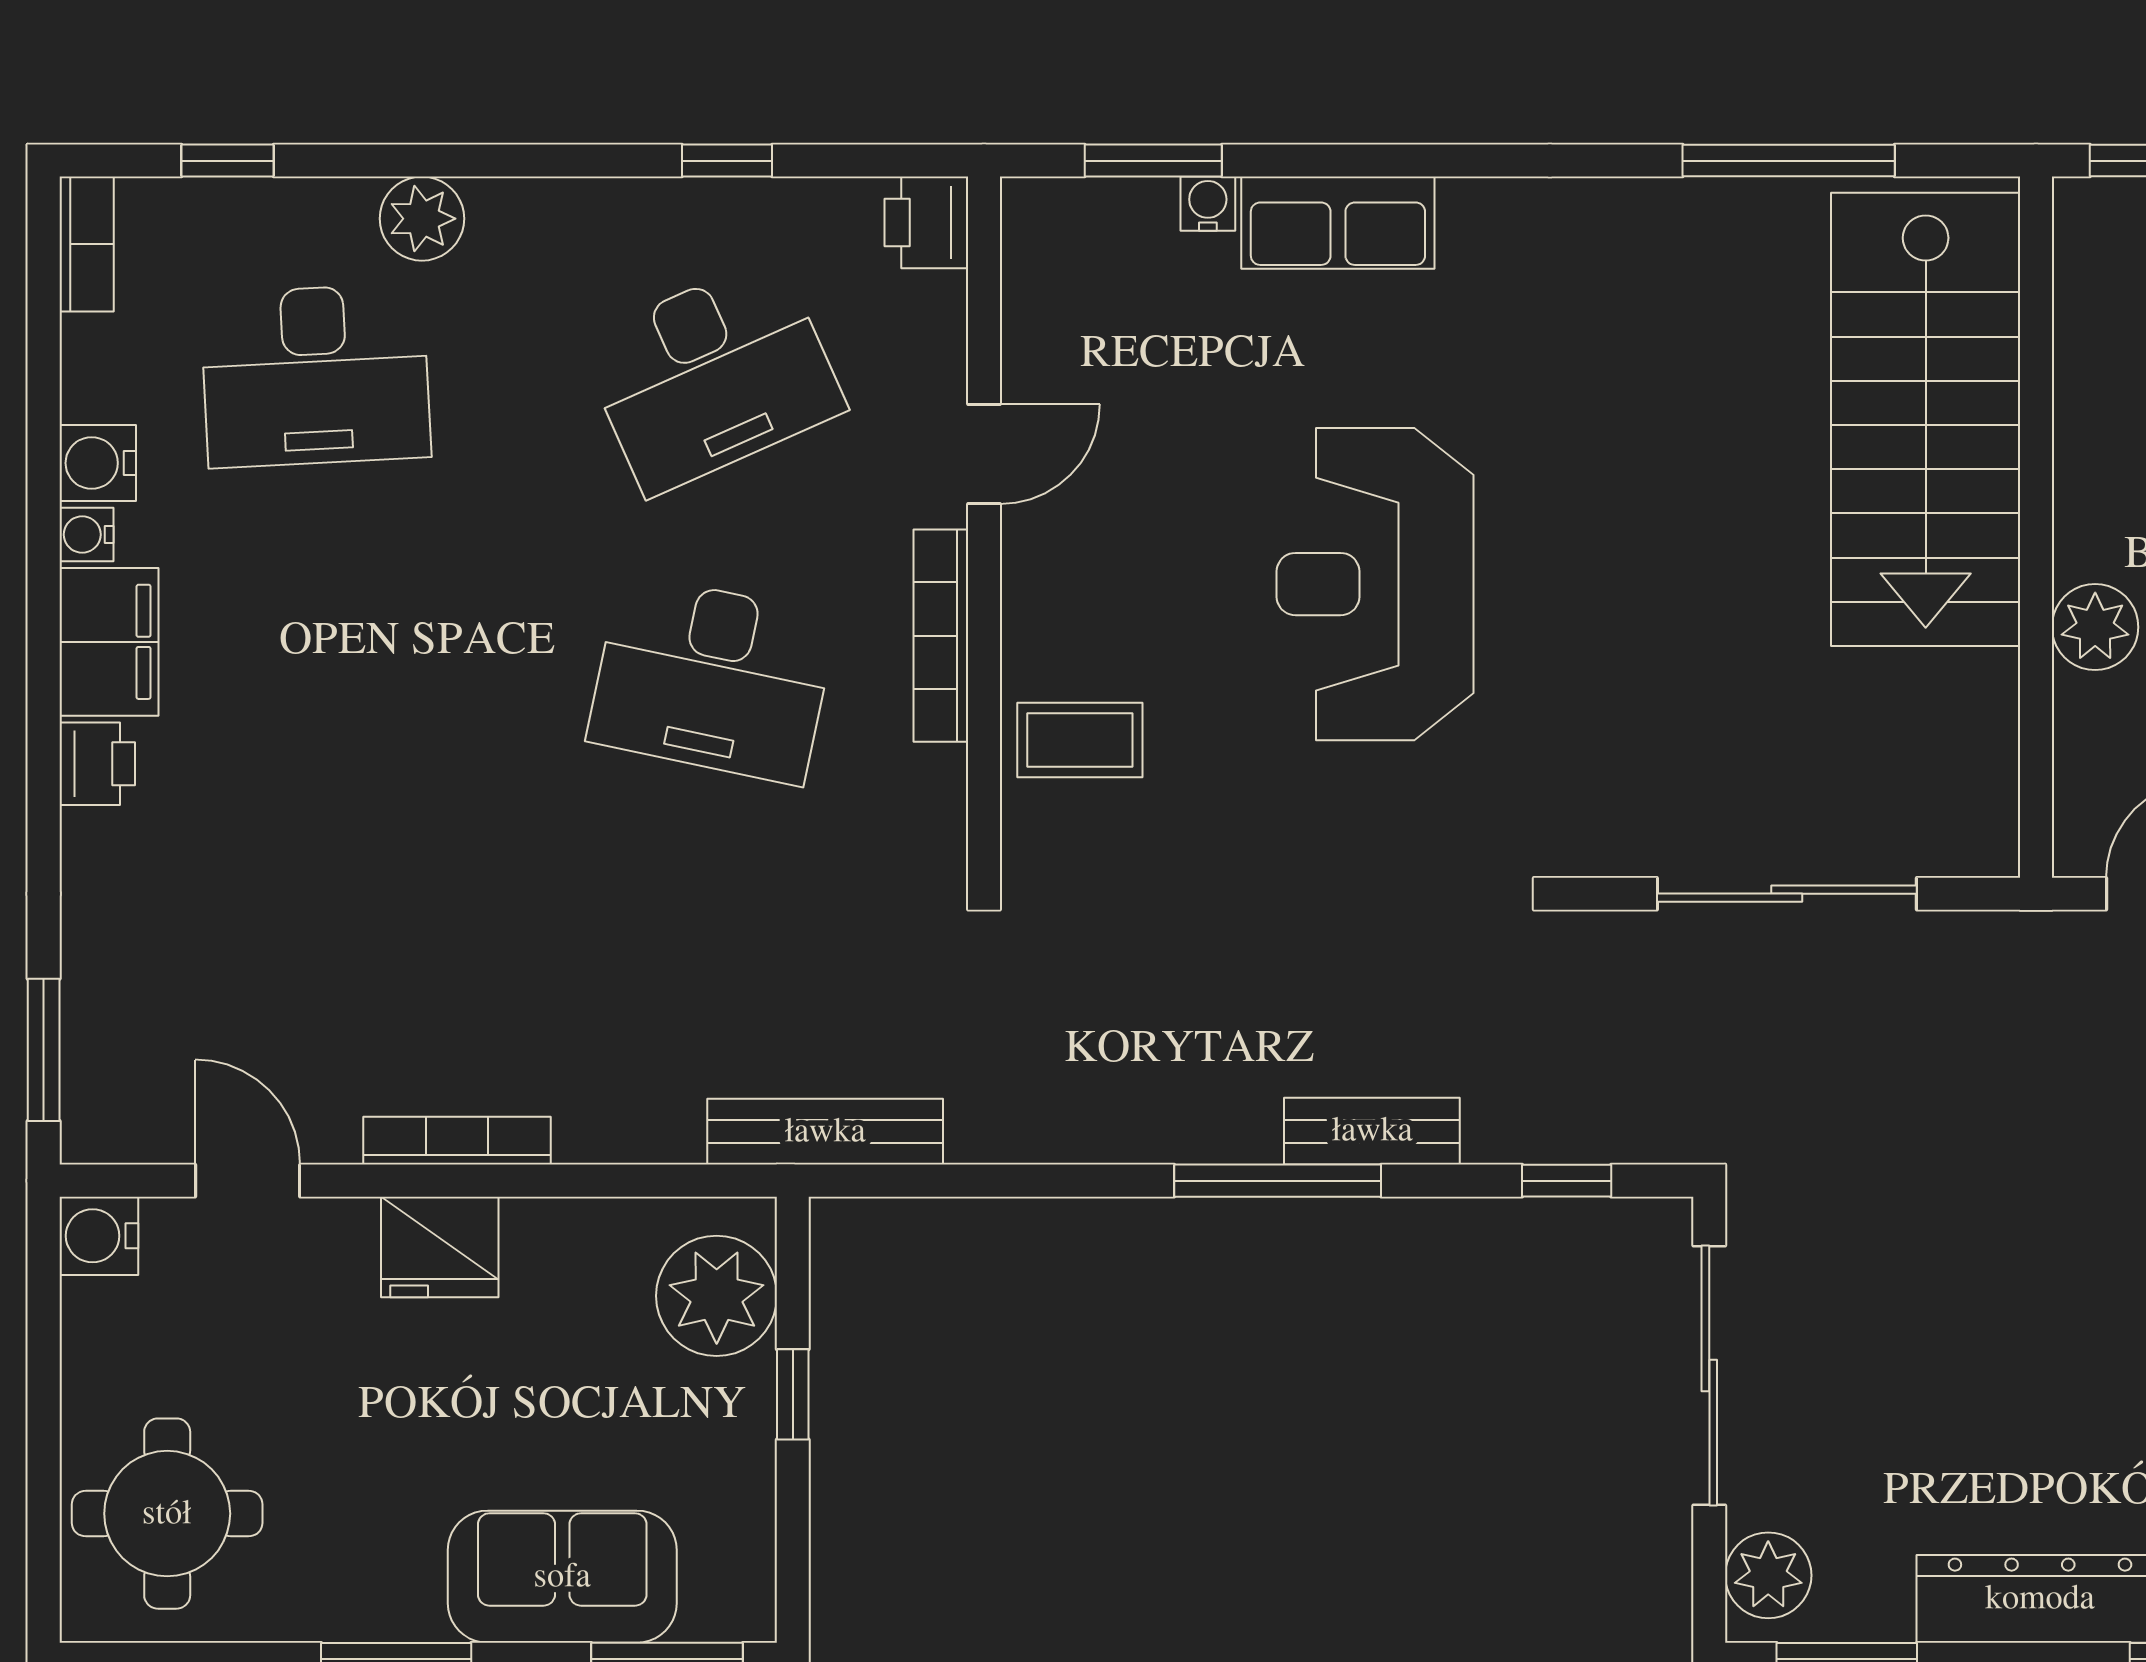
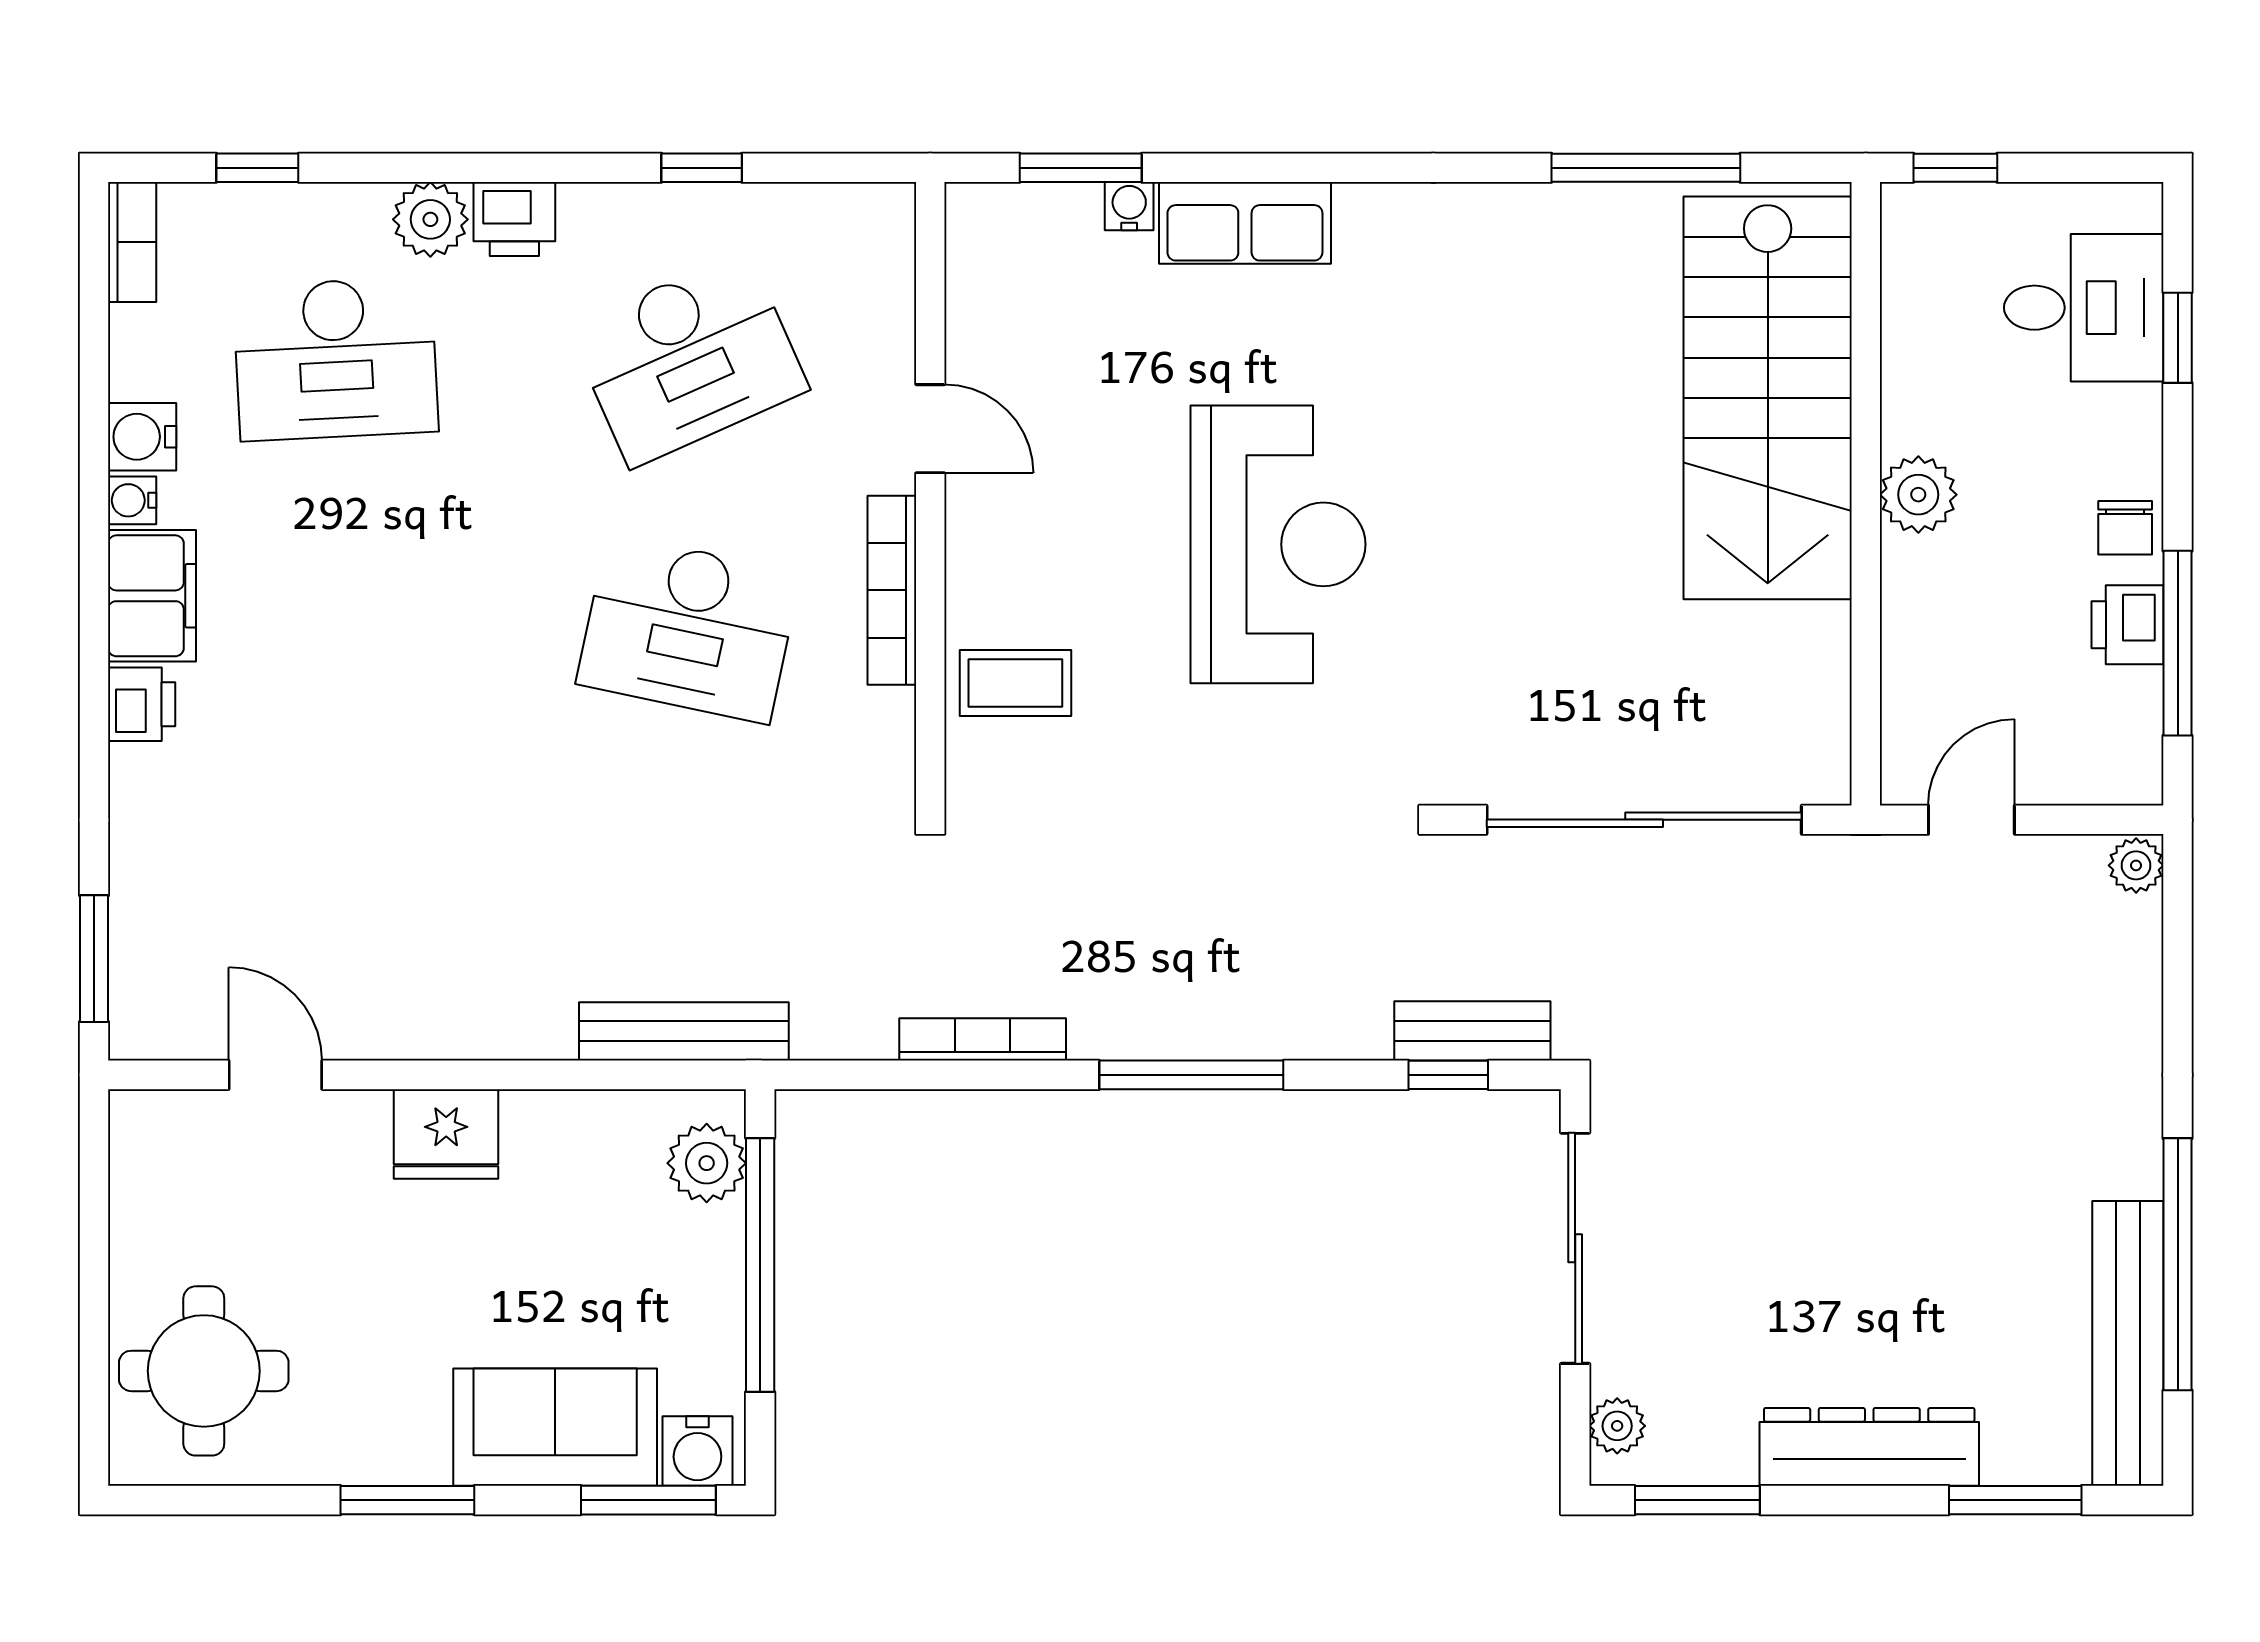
printer: (926, 222) -> (514, 219), moved, turned -90
door: (984, 454) -> (930, 429), hinge flipped
reception desk: (1375, 584) -> (1278, 544), turned 180
plant: (2095, 627) -> (1918, 495), moved
sliding door: (1787, 894) -> (1644, 820), width x1.36
bench: (1372, 1131) -> (1472, 1031), moved
bench: (825, 1132) -> (684, 1031), moved
bookcase: (457, 1141) -> (983, 1039), moved
water cooler: (99, 1236) -> (697, 1451), moved, turned -90
plant: (717, 1296) -> (707, 1163), width x0.73, depth x0.73
window: (793, 1394) -> (760, 1265), width x3.17
plant: (1768, 1575) -> (1617, 1426), width x0.73, depth x0.73

